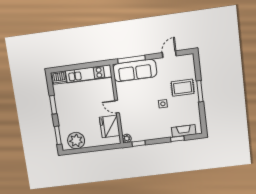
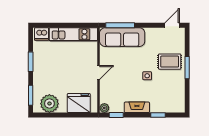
door: (169, 54) -> (172, 25), moved
door: (117, 107) -> (99, 72), swing flipped
fridge: (110, 126) -> (79, 103), moved, turned 90
fireplace: (184, 131) -> (137, 107), moved

